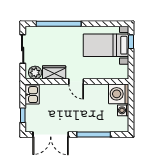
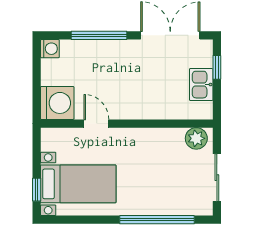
wardrobe: (54, 72) -> (165, 139), removed
door: (76, 82) -> (96, 124), moved
kitchen sink: (32, 95) -> (201, 85), moved
washing machine: (123, 110) -> (50, 49), moved

